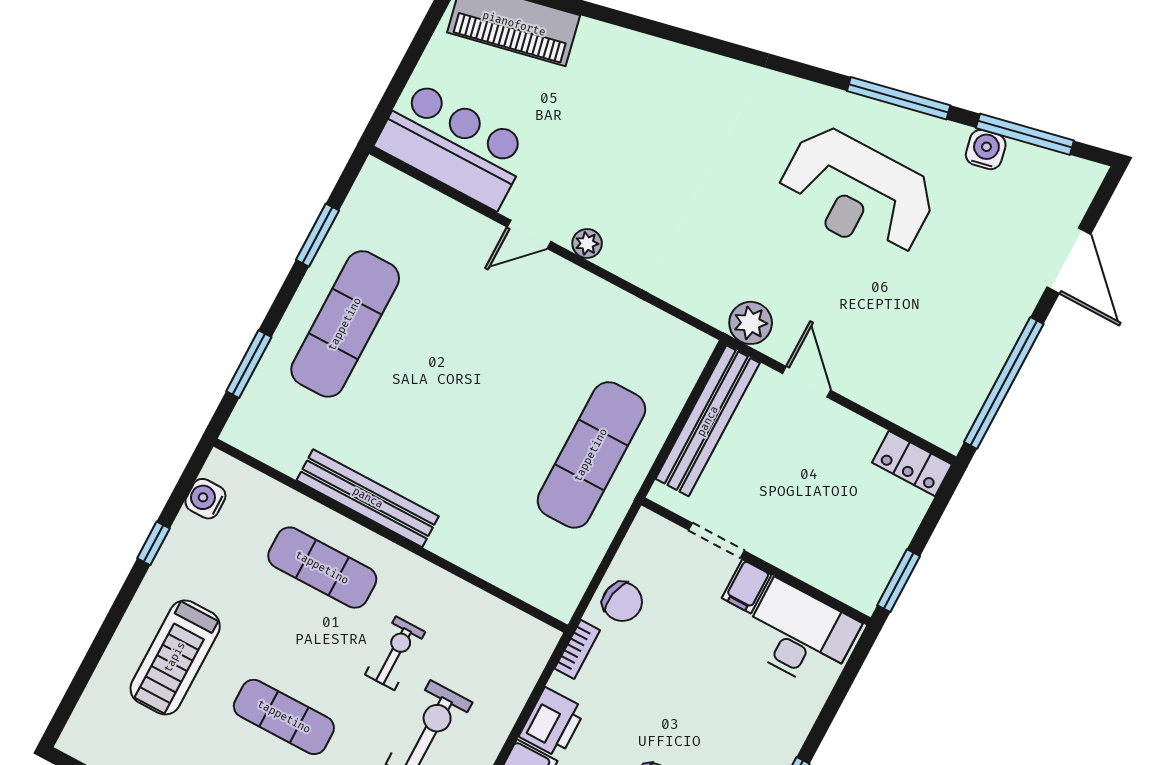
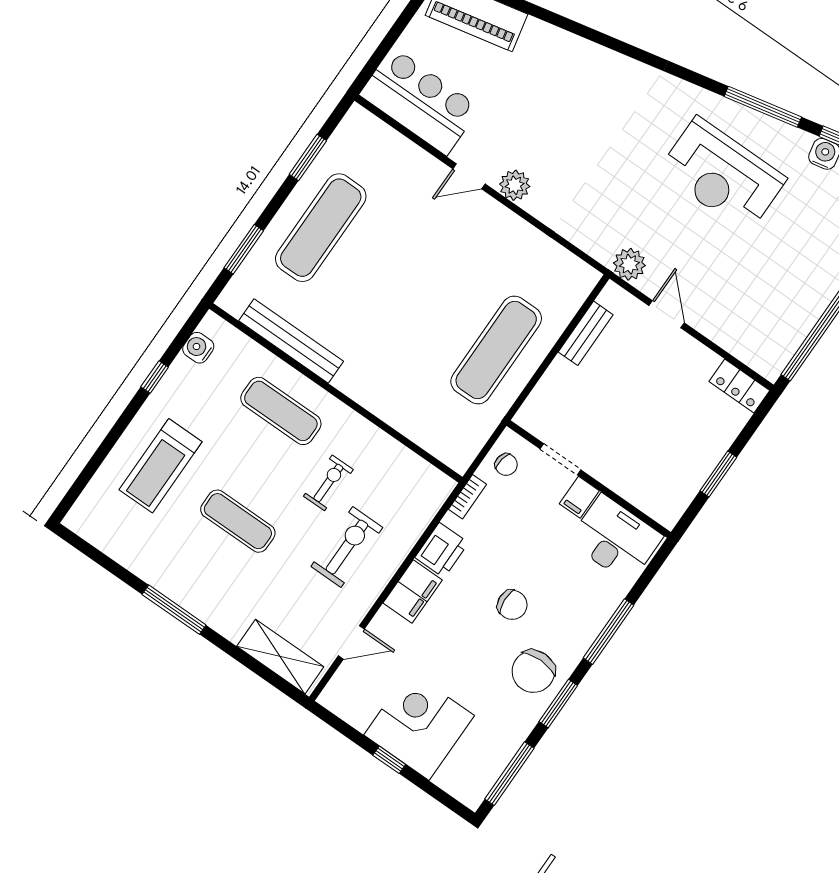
plant: (587, 243) -> (515, 185), width x1.38, depth x1.38
bench: (708, 421) -> (586, 333), width x0.54, depth x0.82
bench: (368, 498) -> (291, 341), moved
doorway: (716, 540) -> (561, 459), moved
wall: (756, 561) -> (589, 479), moved
filing cabinet: (747, 586) -> (579, 497), moved
chair: (622, 602) -> (506, 465), width x0.73, depth x0.73
desk: (800, 635) -> (616, 539), moved

